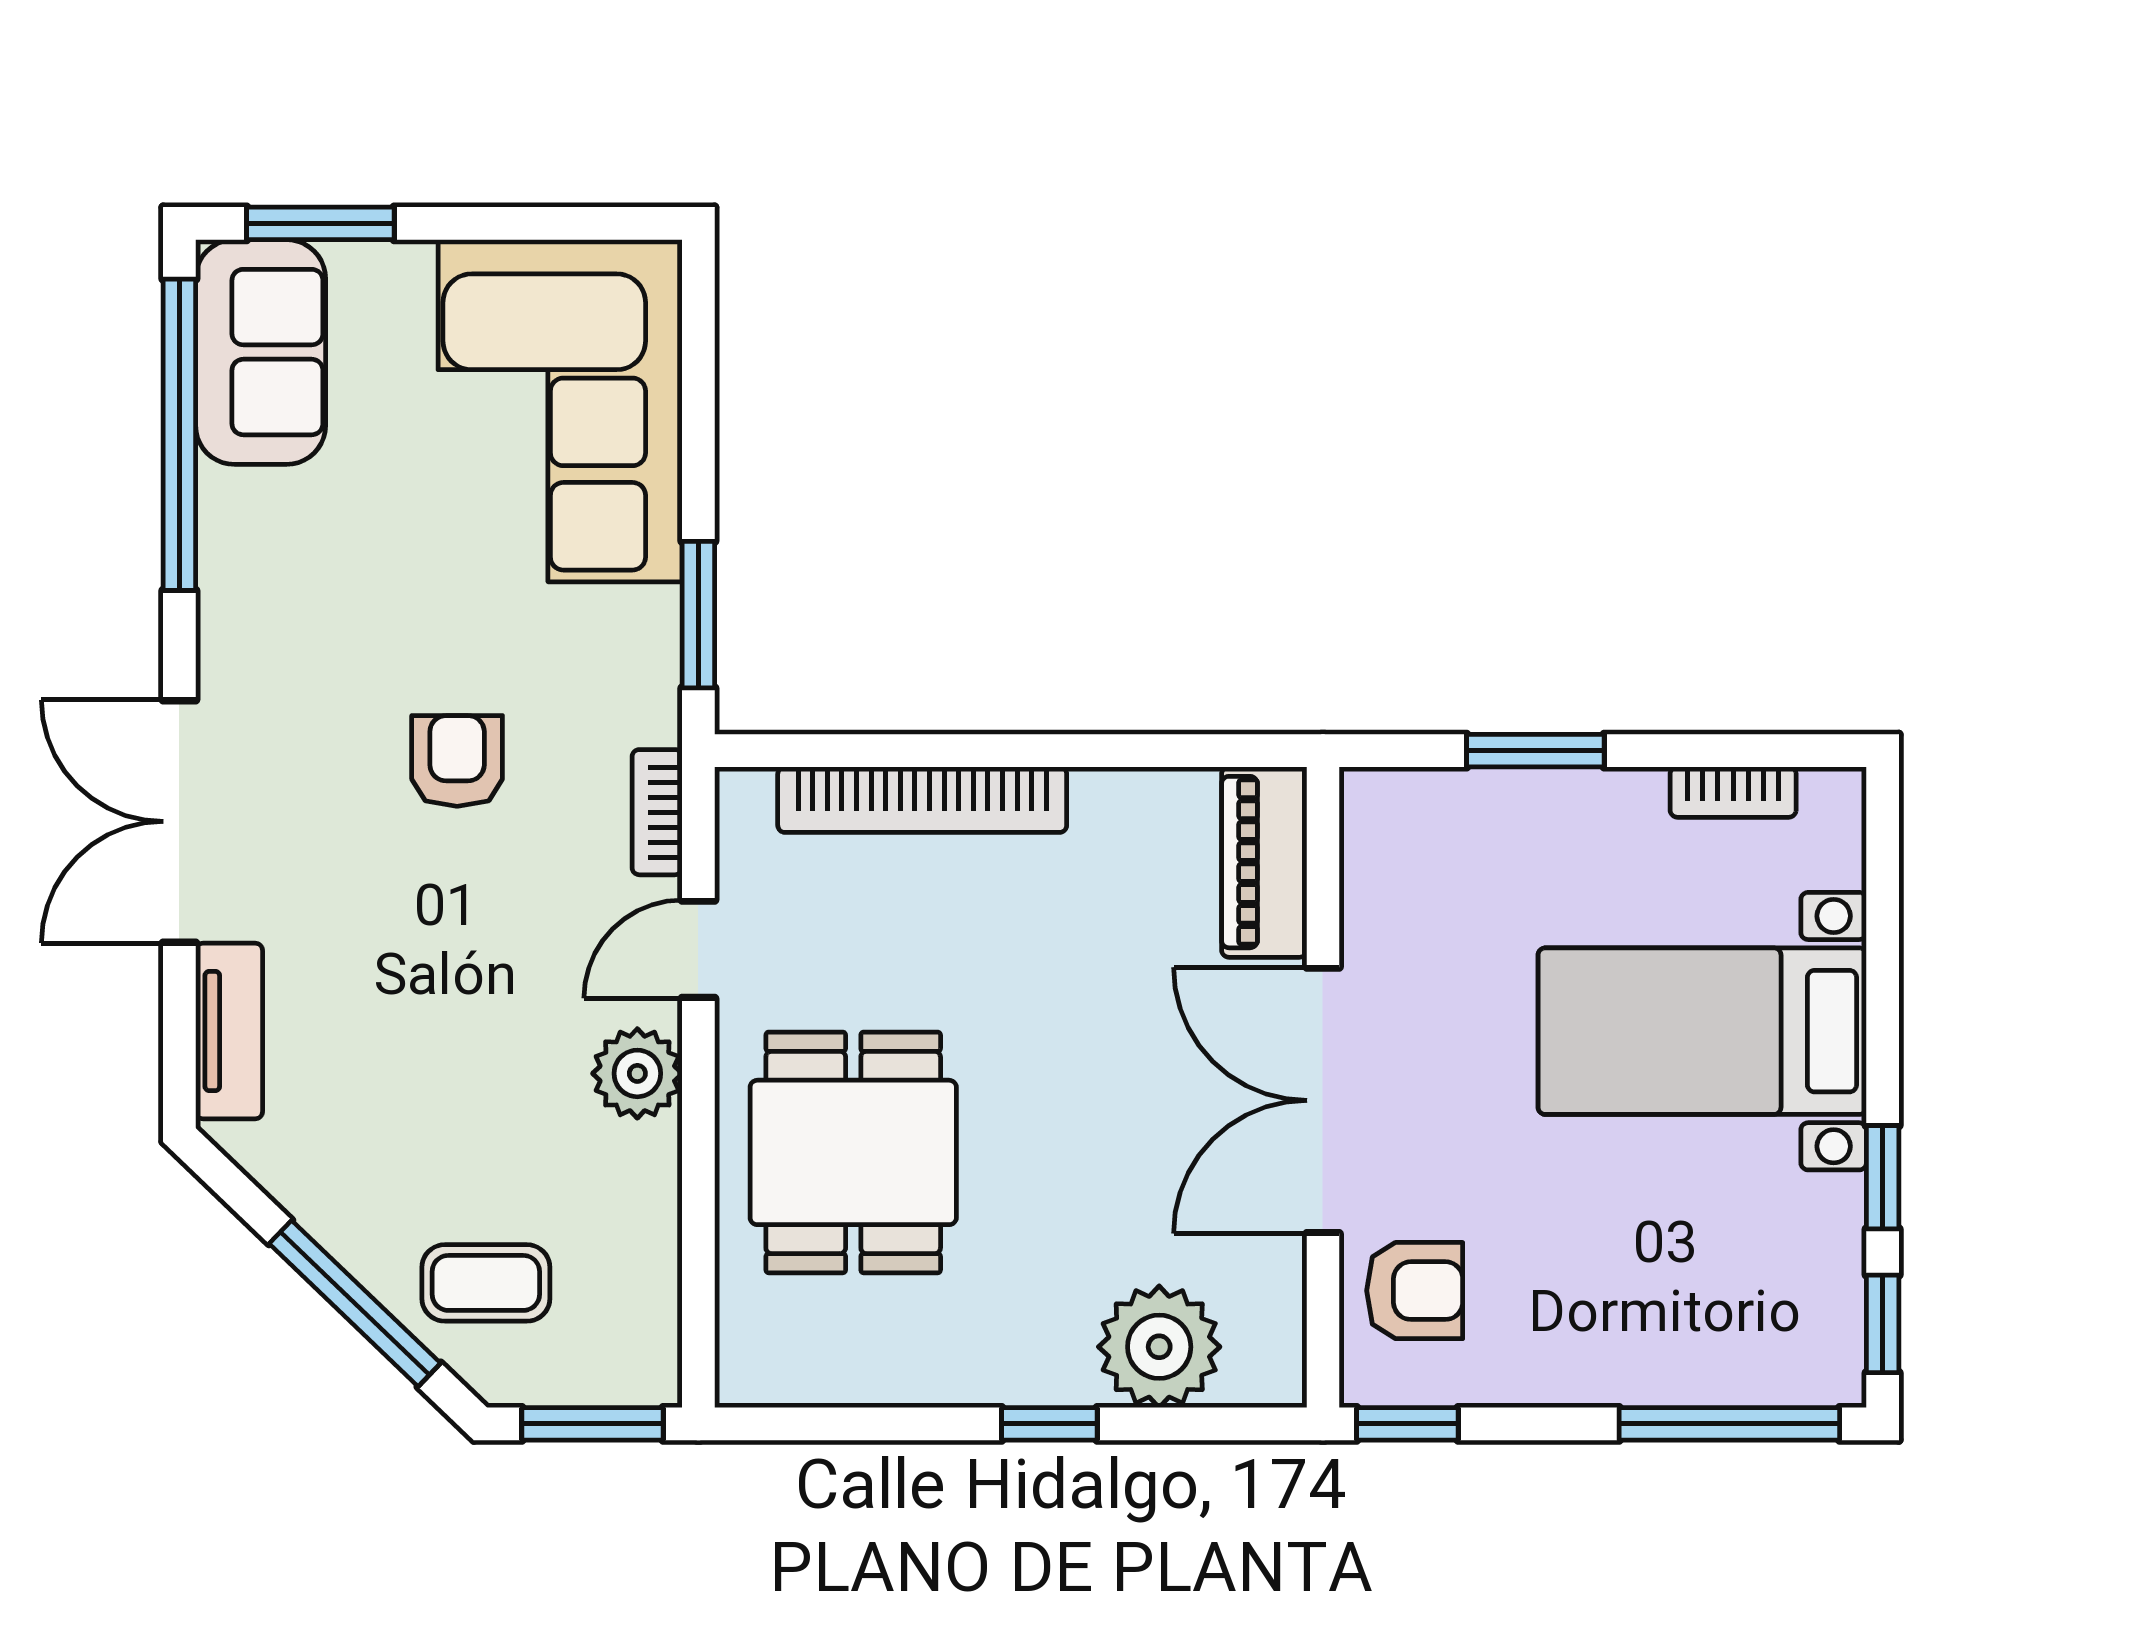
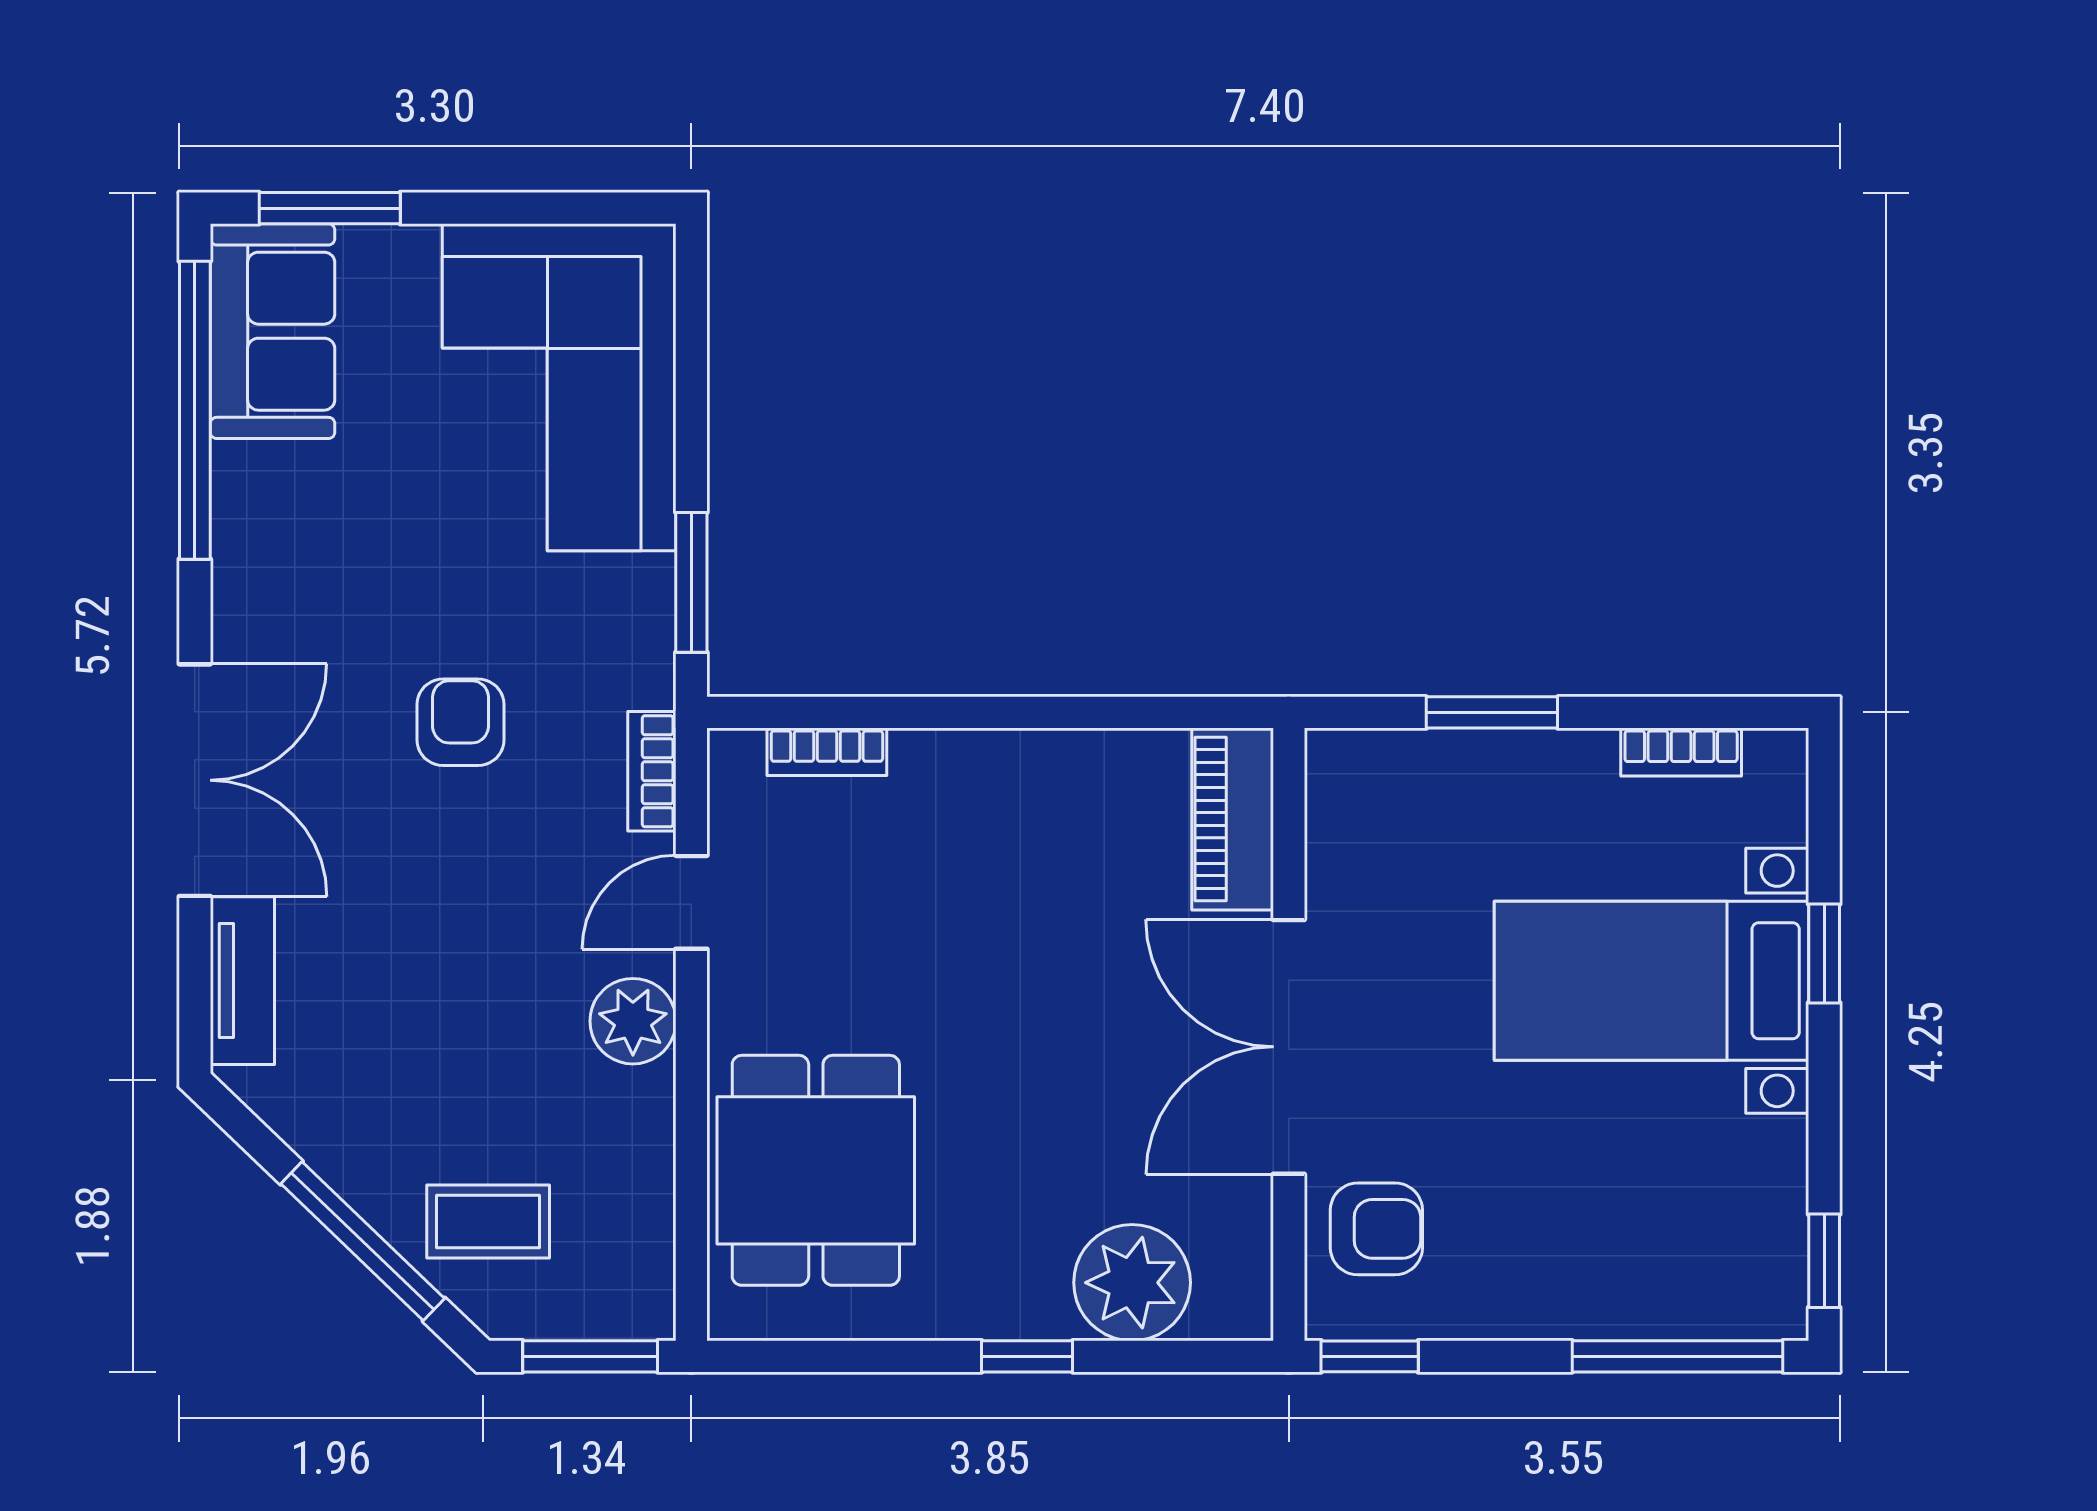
bookcase: (922, 800) -> (827, 752), width x0.43, depth x0.76
double door: (179, 821) -> (195, 780), swing flipped
dining table: (853, 1152) -> (816, 1170), moved
window: (1883, 1177) -> (1824, 953), moved

